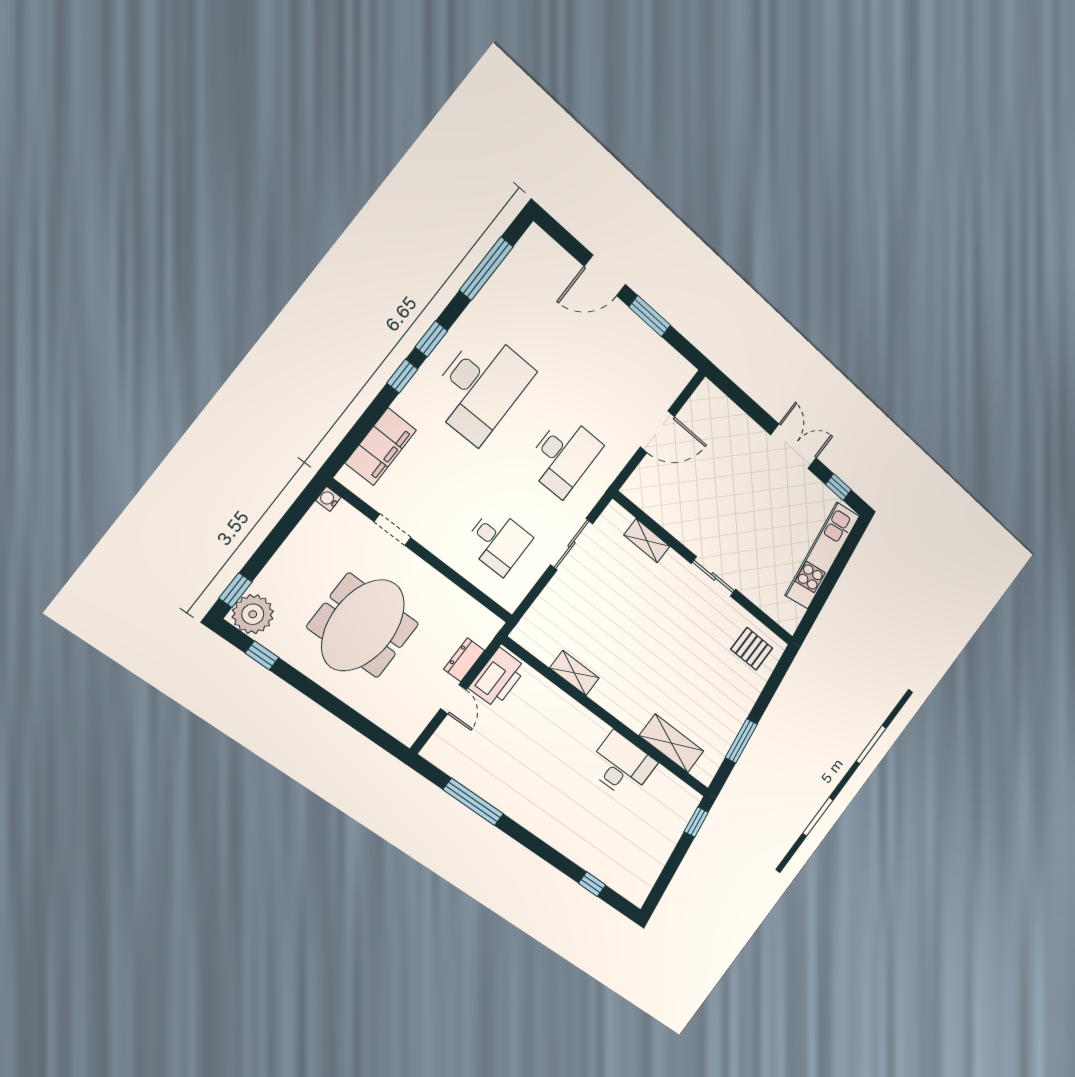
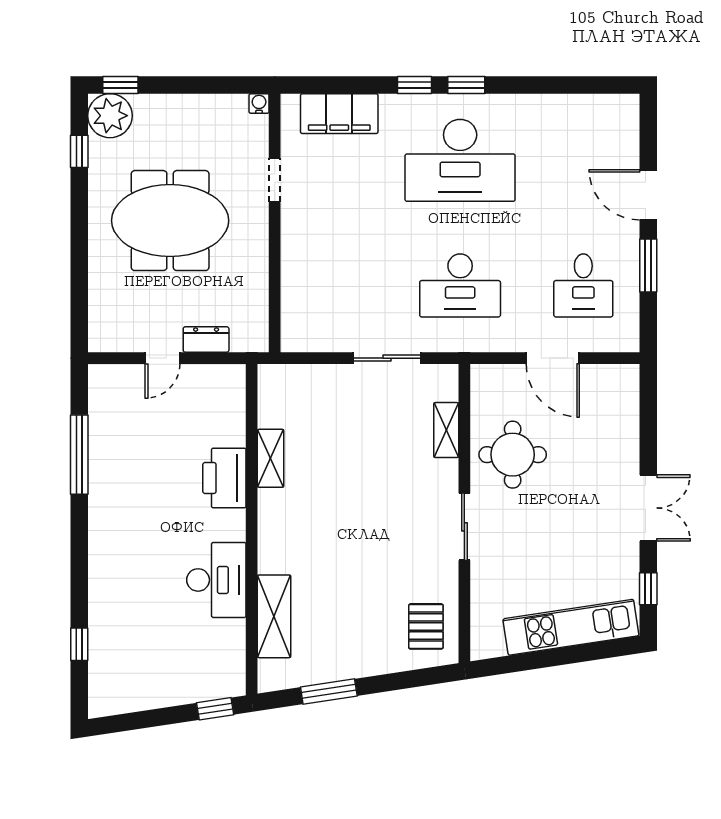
window: (486, 269) -> (565, 85), removed
round table: (695, 509) -> (513, 455), added
desk: (498, 541) -> (583, 285), moved
printer: (498, 678) -> (224, 478), moved, turned 90

